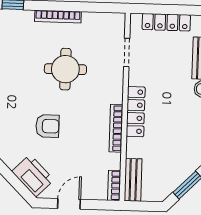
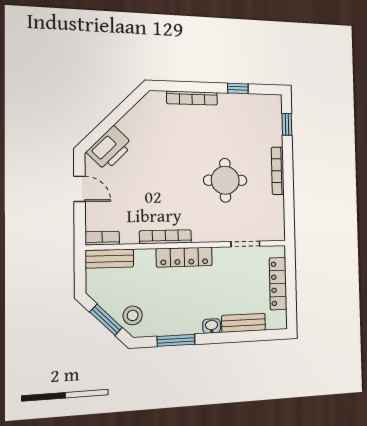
armchair: (47, 126) -> (165, 163), removed
stool: (185, 161) -> (133, 315), added

